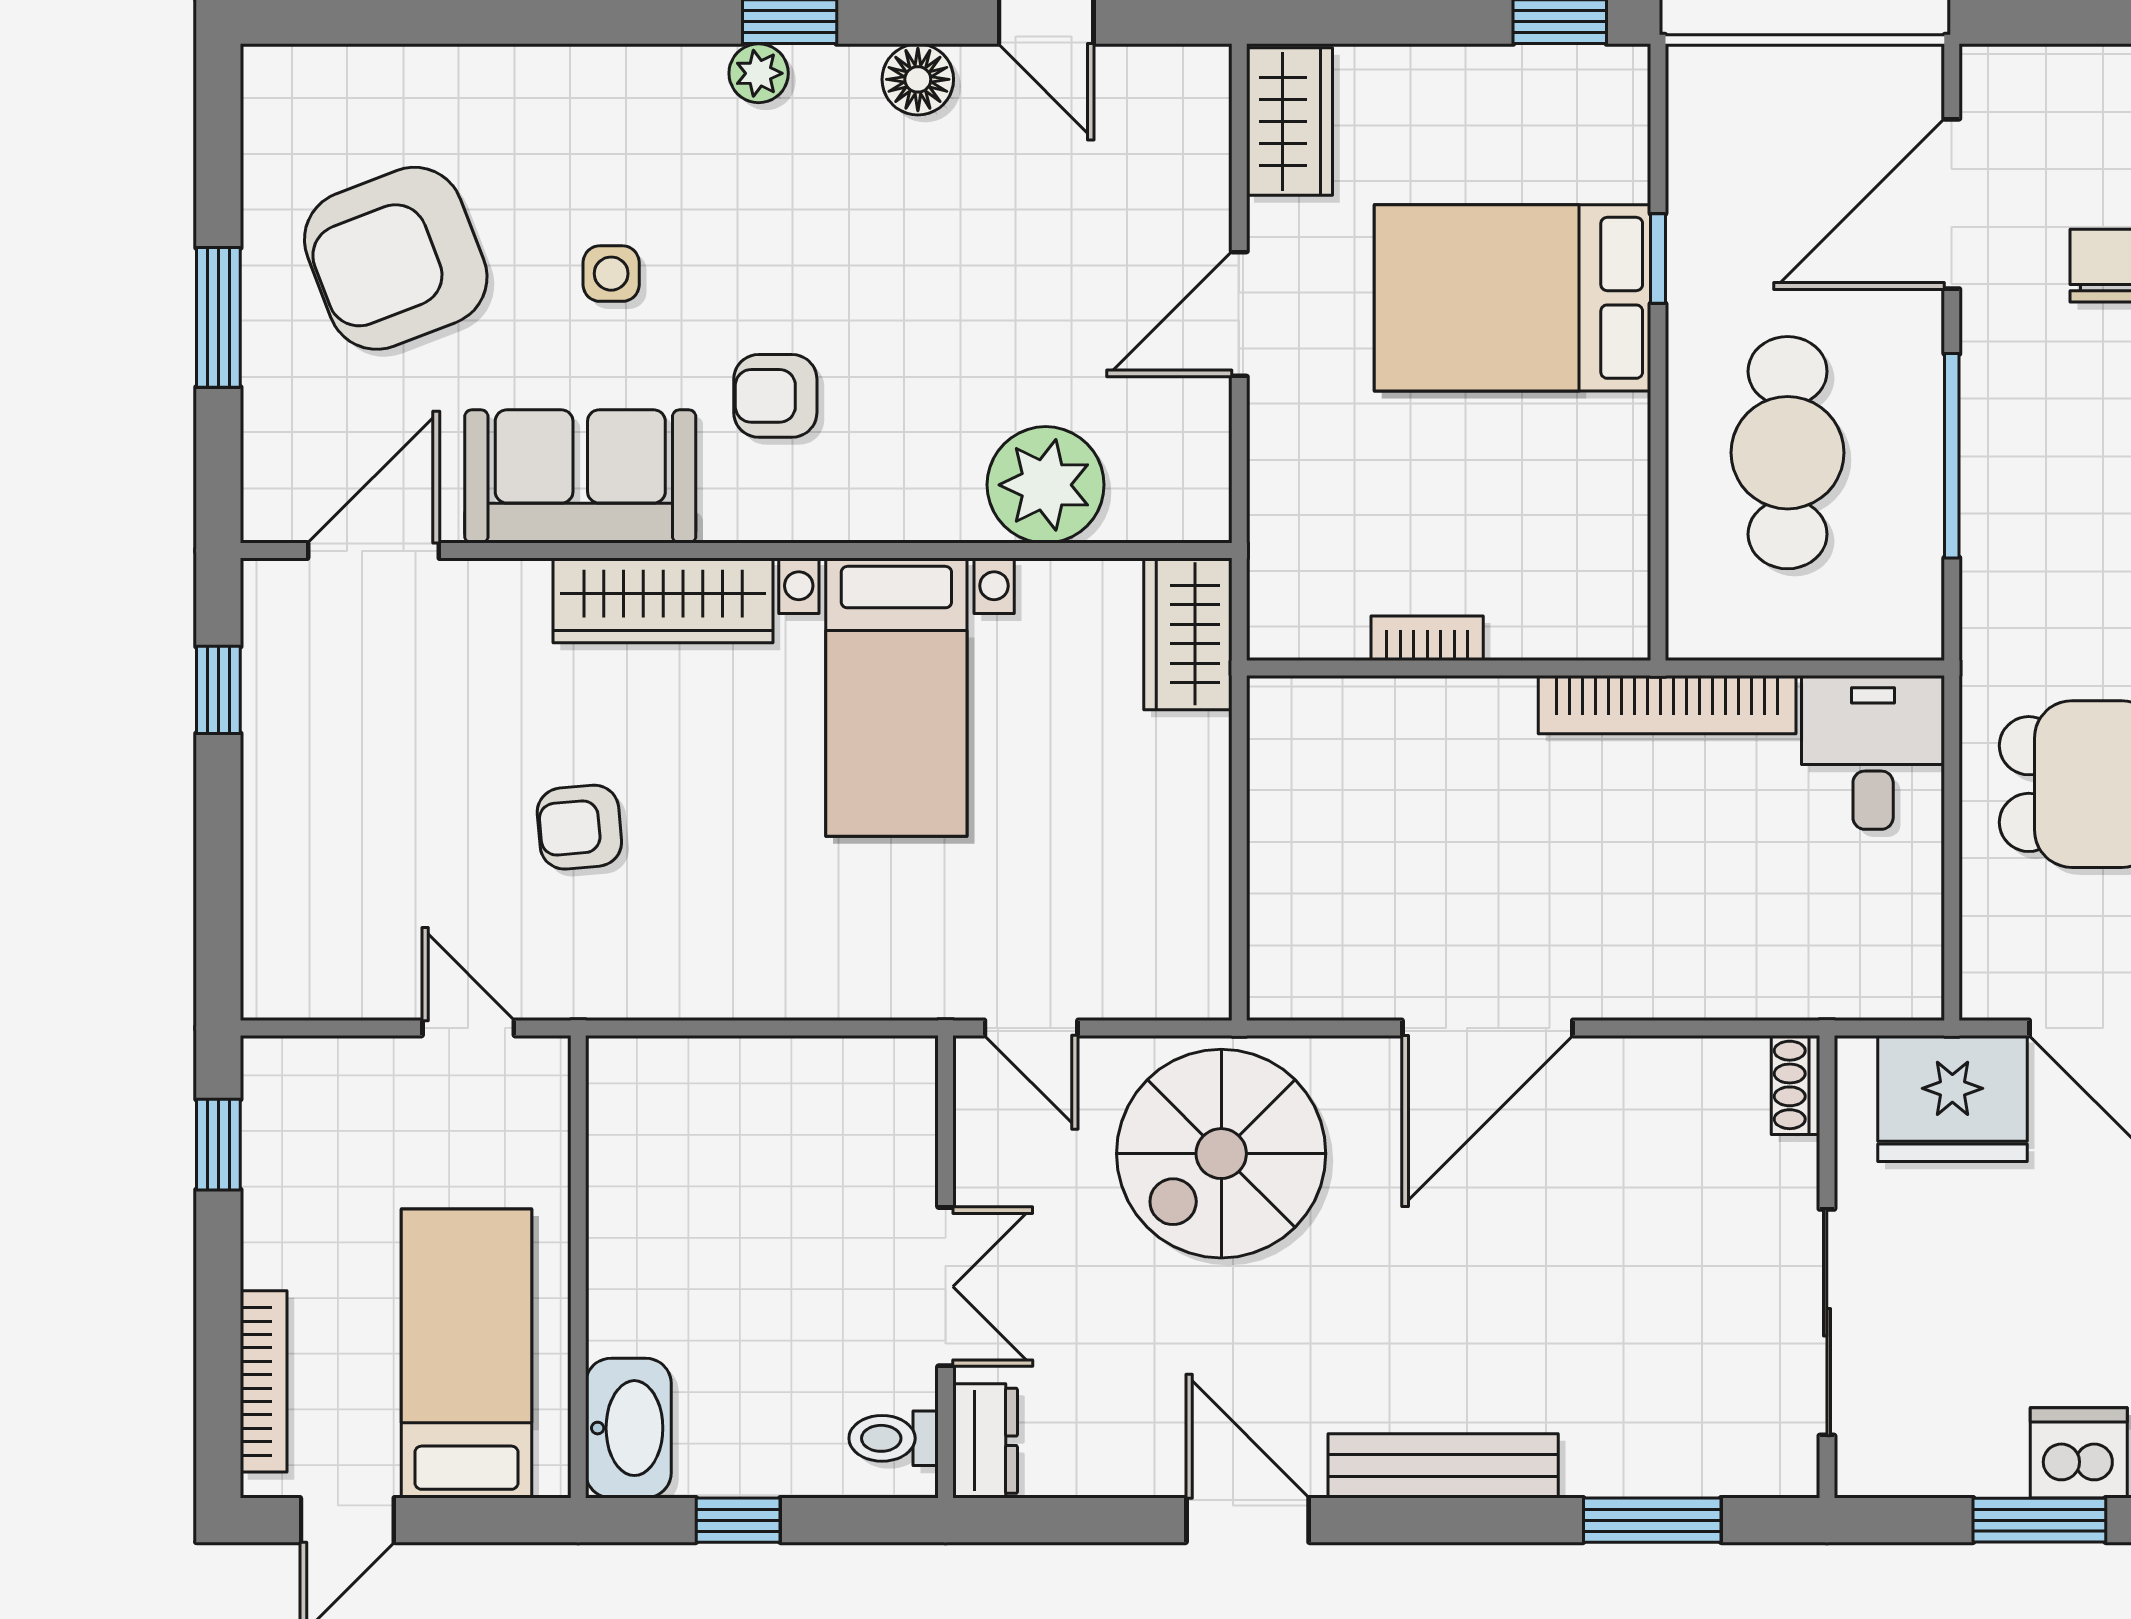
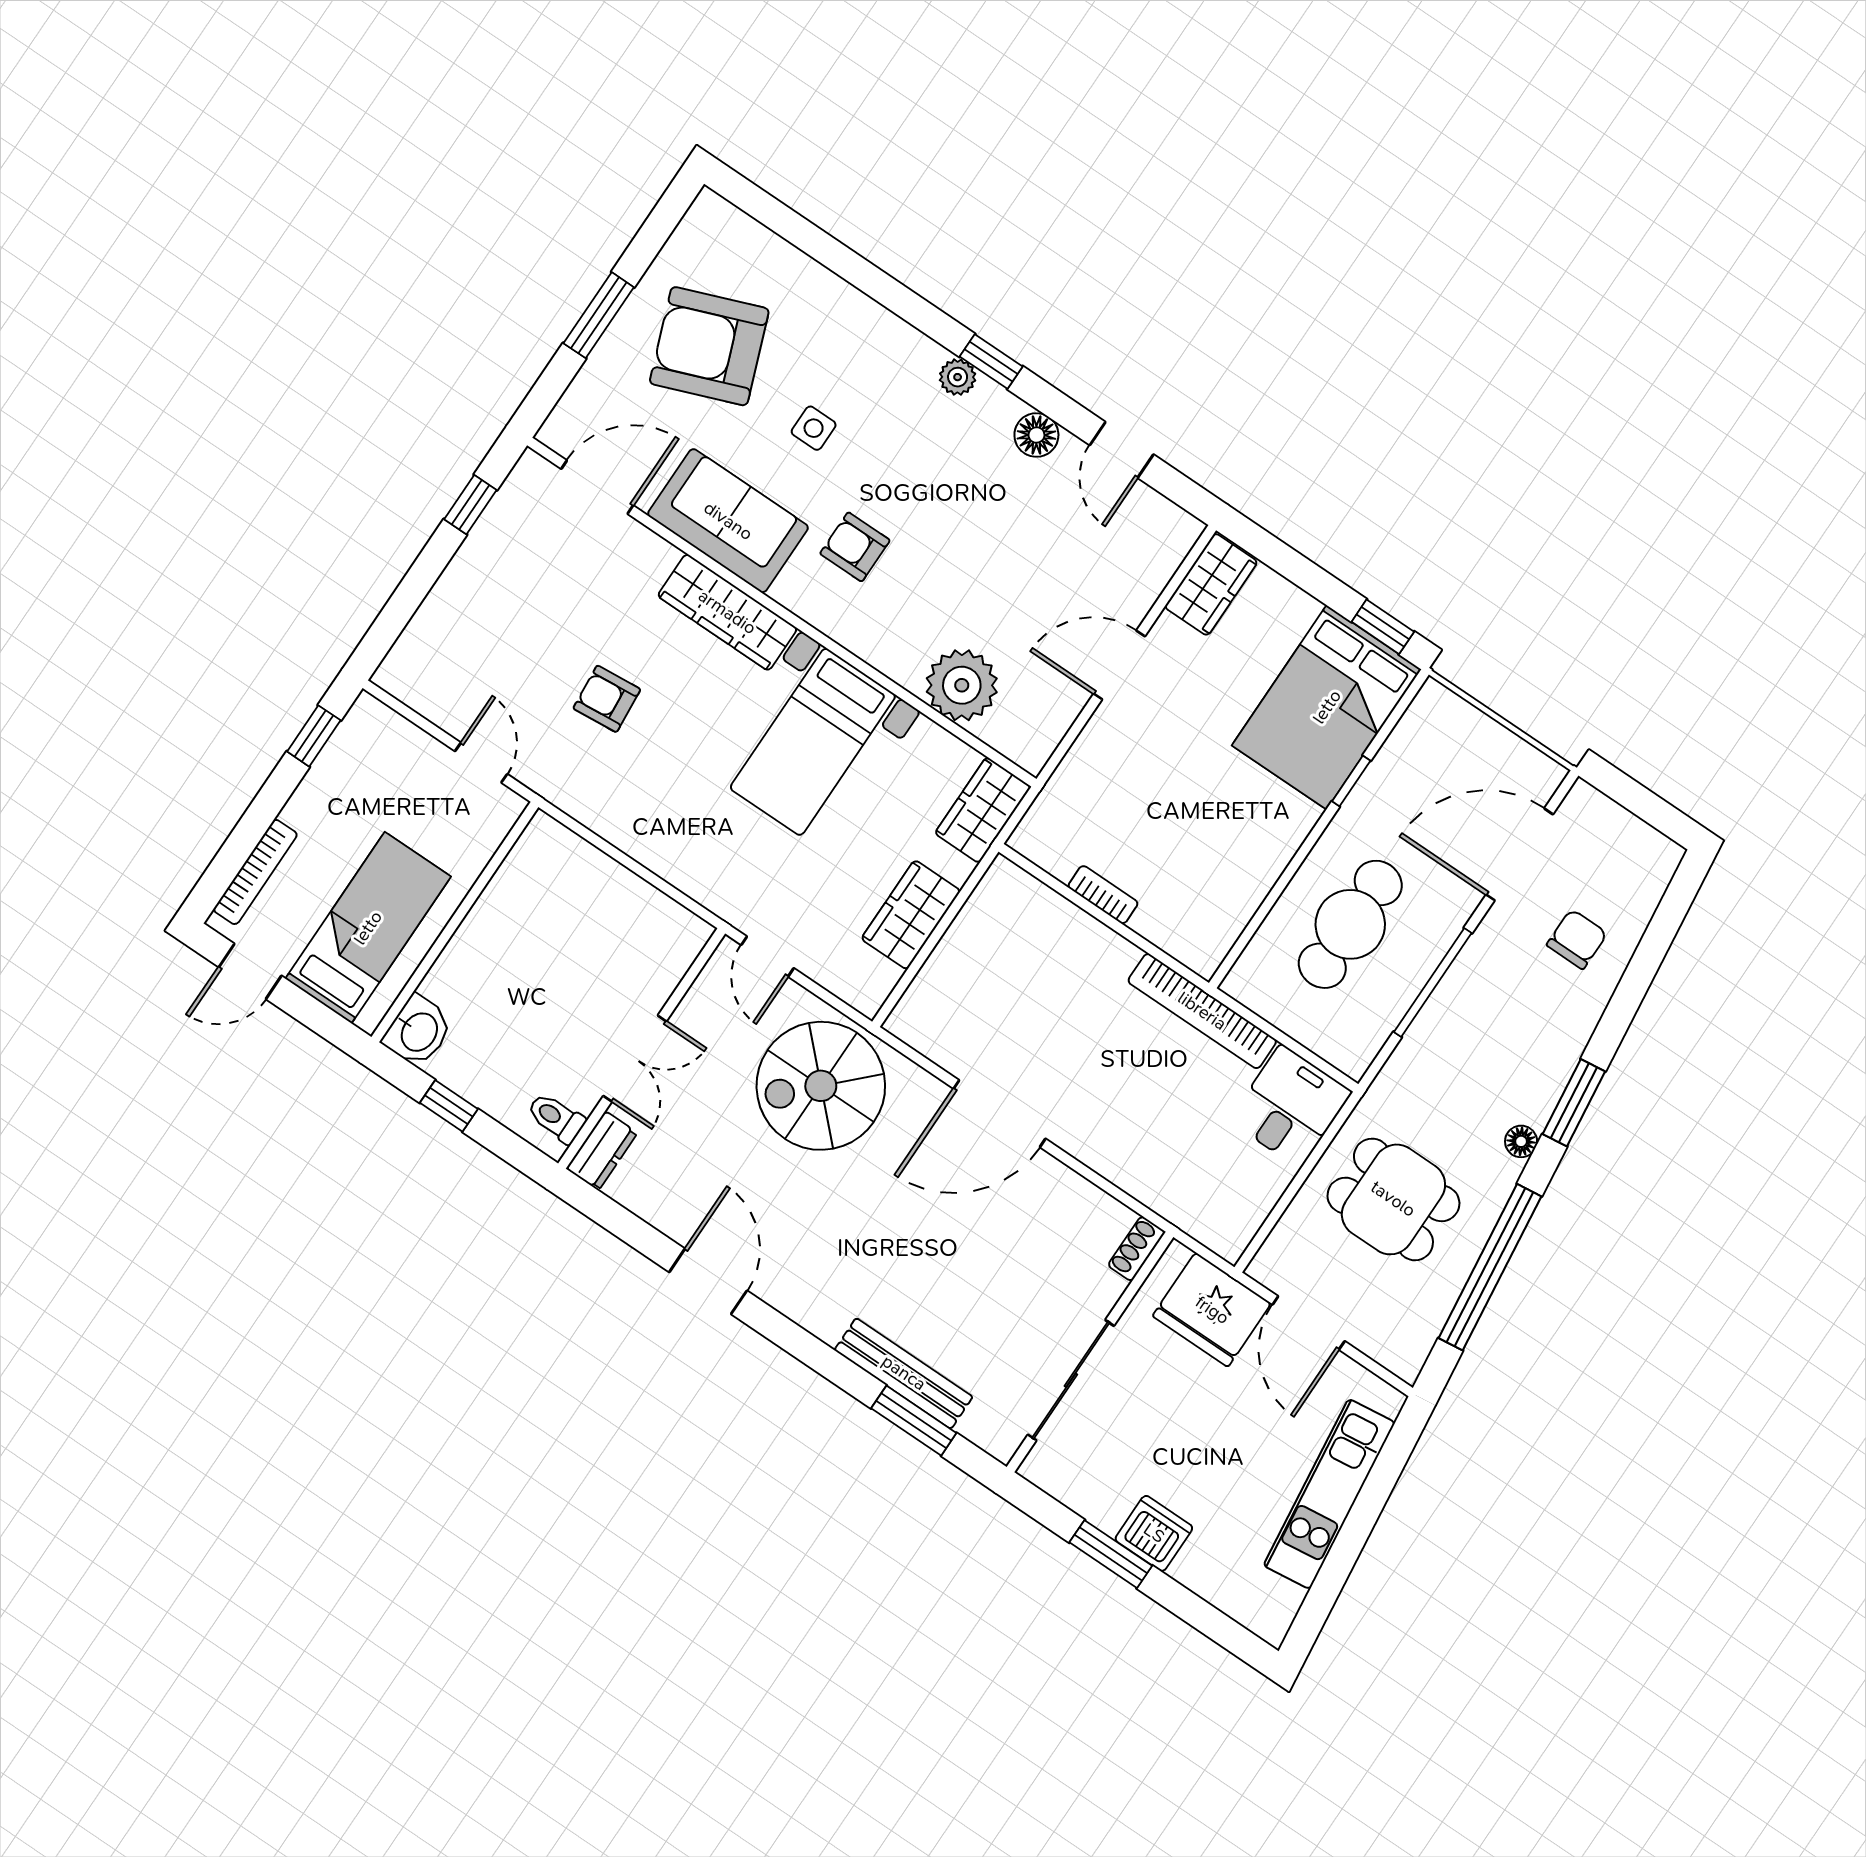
bed: (1513, 298) -> (1327, 707), moved, turned -90
wardrobe: (1186, 841) -> (911, 915), added
washbasin: (628, 1428) -> (418, 1031), width x0.72
bench: (1443, 1466) -> (904, 1373), moved

